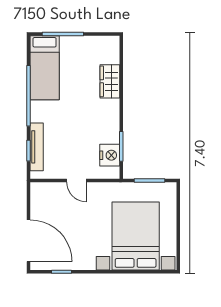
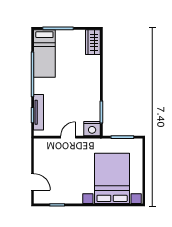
wardrobe: (110, 81) -> (93, 42), moved
nightstand: (110, 155) -> (92, 129), moved, turned 90
door: (76, 180) -> (68, 137), swing flipped
door: (28, 241) -> (33, 182), width x0.53

